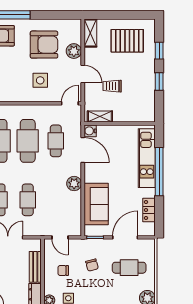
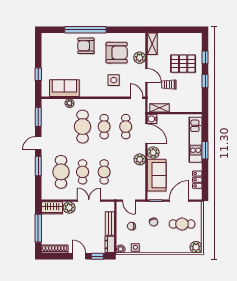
pallet: (127, 41) -> (183, 64), moved
door: (70, 103) -> (136, 98), hinge flipped
cafe table: (28, 141) -> (104, 127), width x0.73, depth x0.74
window: (159, 172) -> (205, 150), width x0.47
plant: (92, 175) -> (153, 153), added

